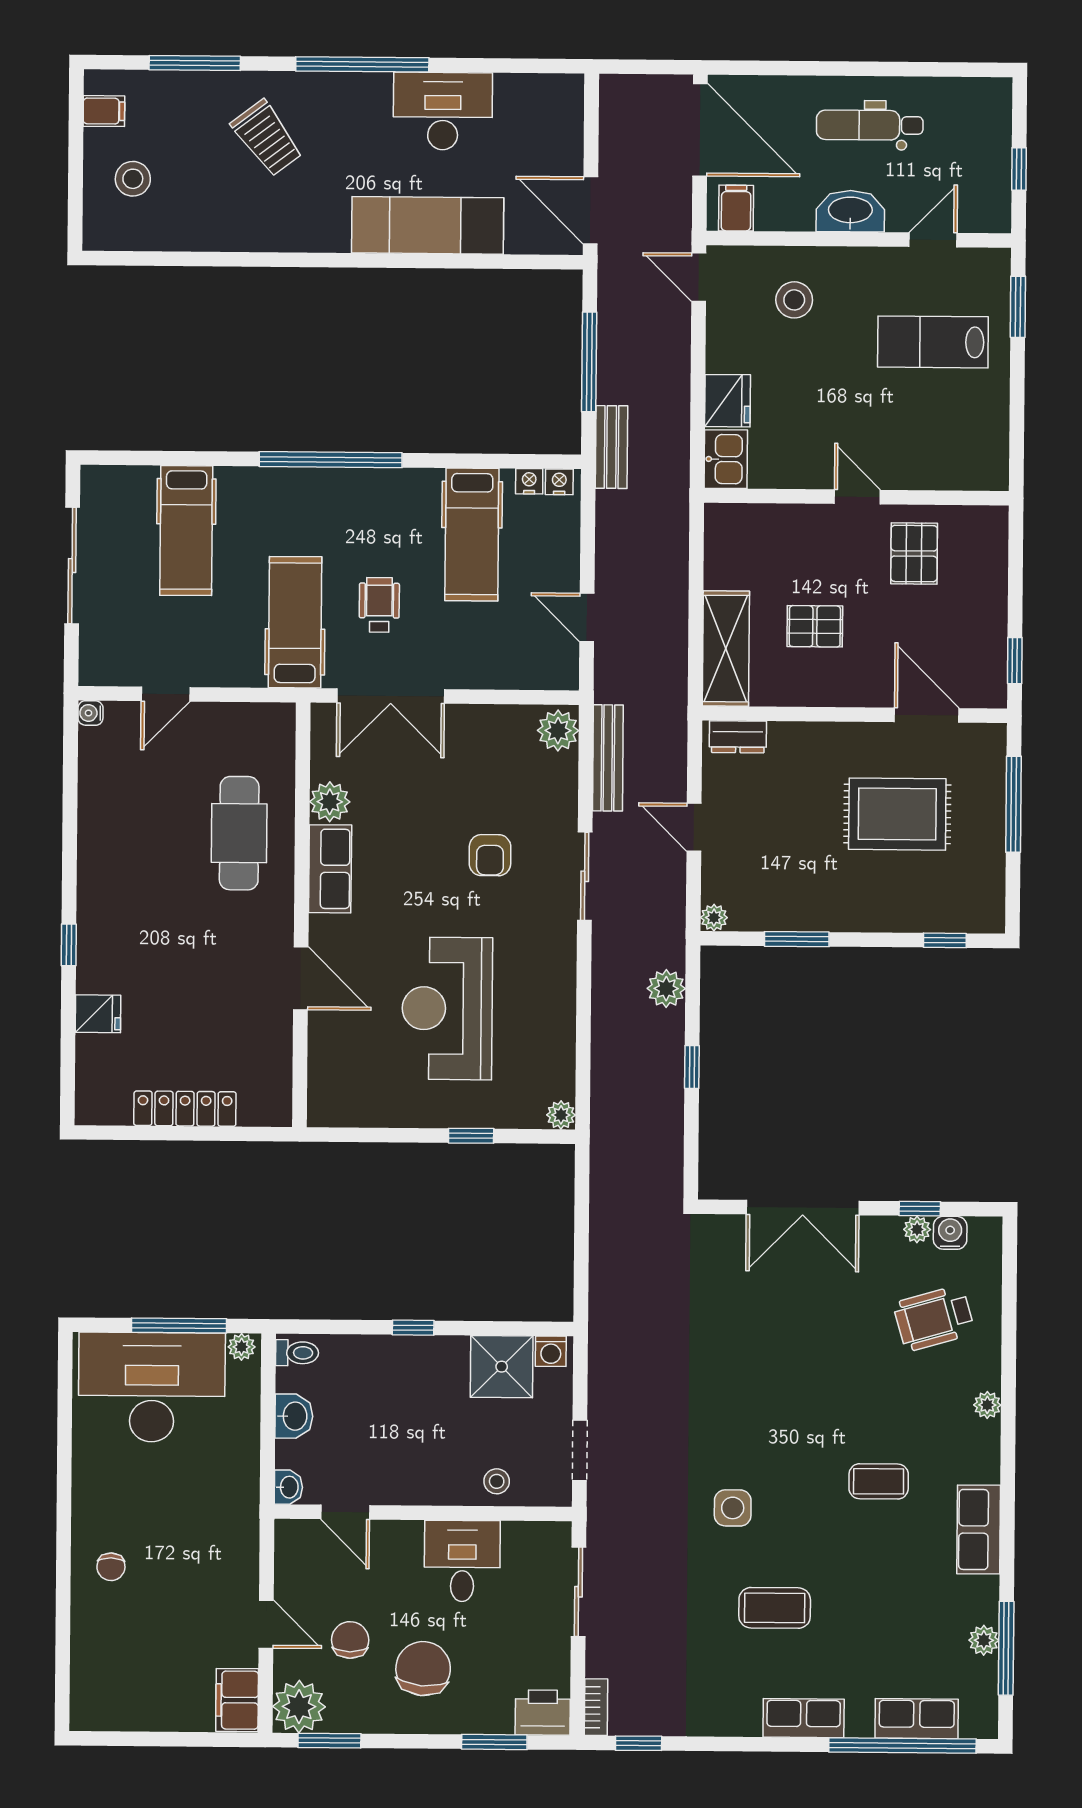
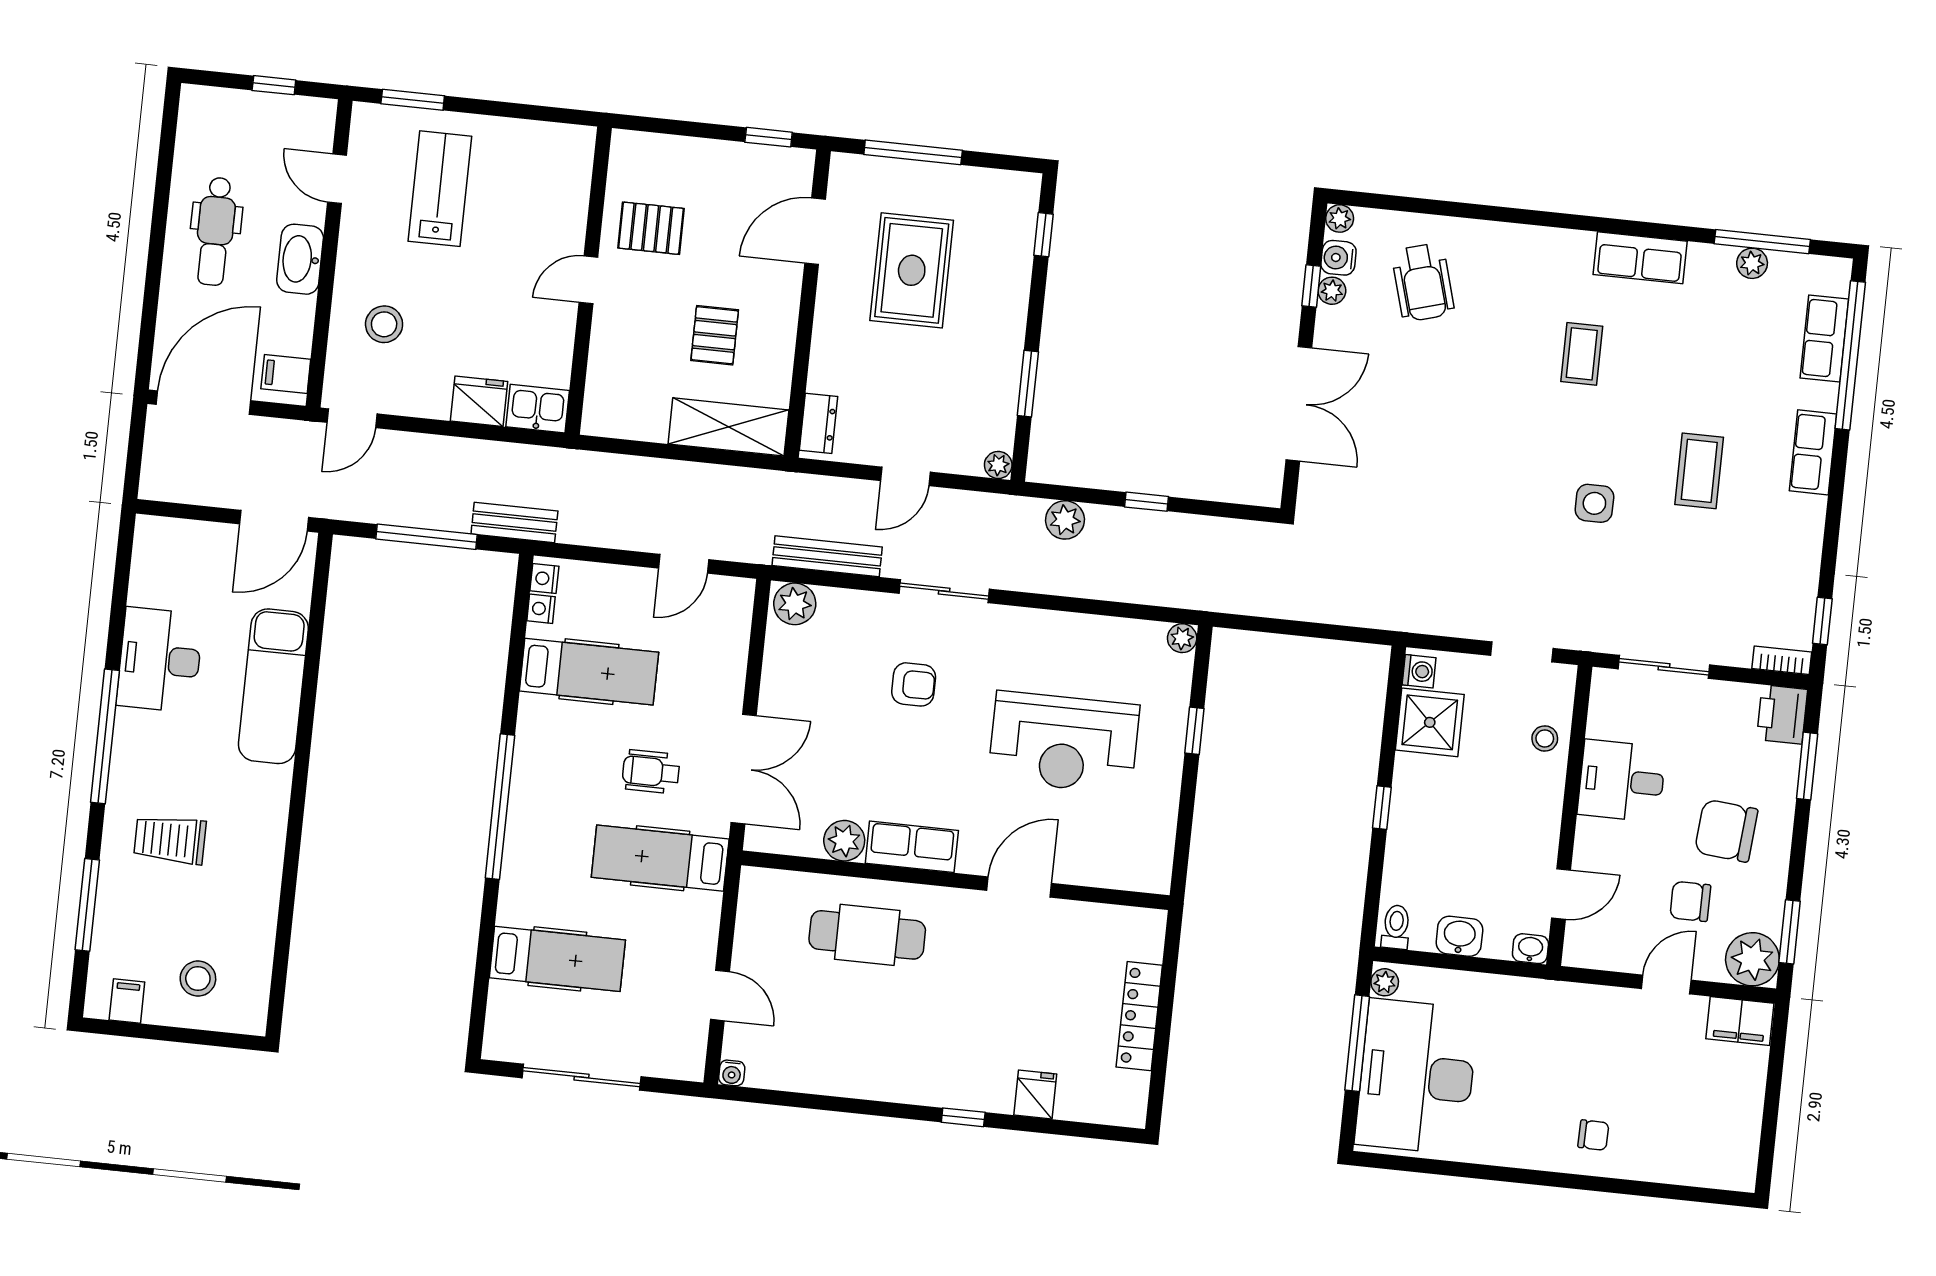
trolley: (267, 138) -> (170, 840), turned -143
lab bench: (933, 342) -> (440, 189), turned 180
plant: (987, 1405) -> (1340, 218), moved

